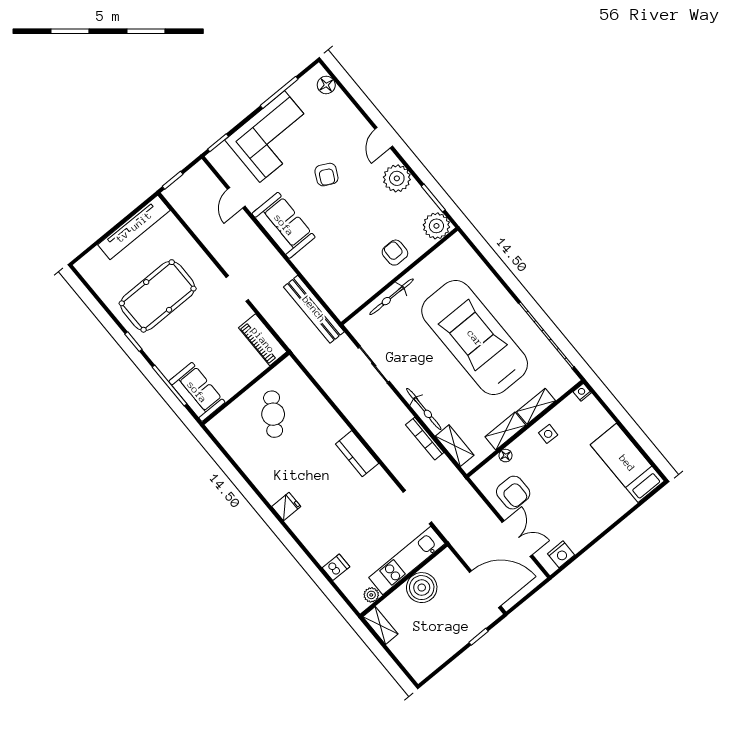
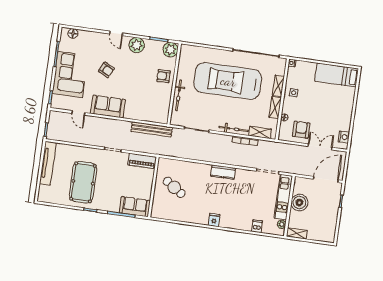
armchair: (513, 493) -> (301, 130), turned -90

